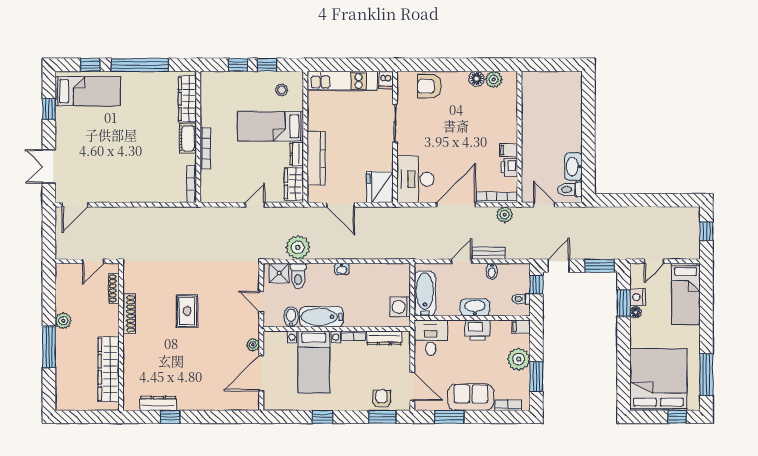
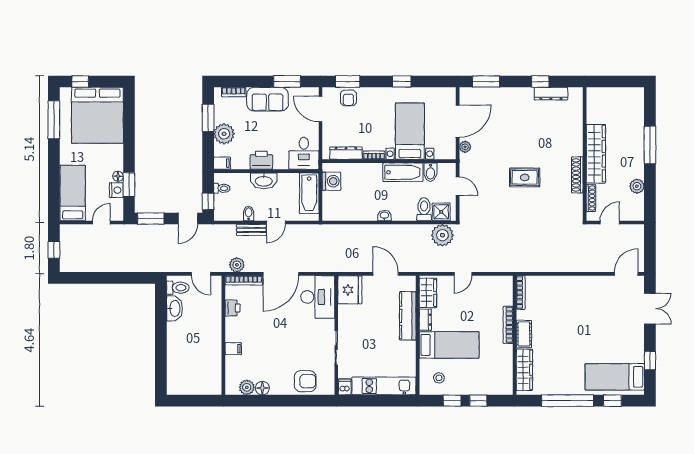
filing cabinet: (509, 150) -> (233, 349), moved
plant: (298, 247) -> (442, 235), moved
rug: (187, 311) -> (525, 177), turned 90
plant: (63, 321) -> (637, 186), moved
wardrobe: (109, 369) -> (596, 154), moved
window: (230, 417) -> (486, 81), added

